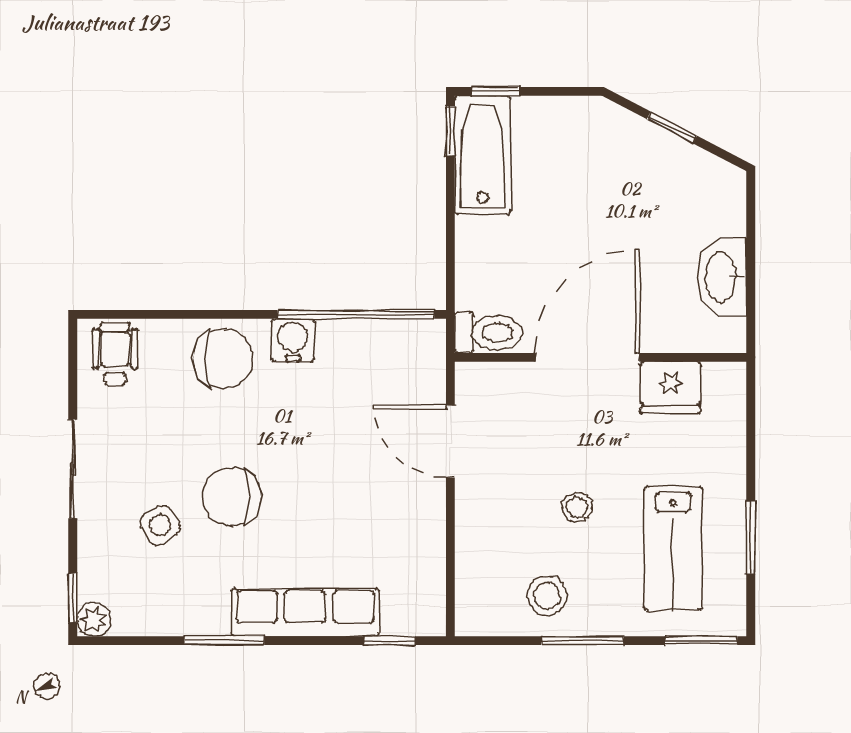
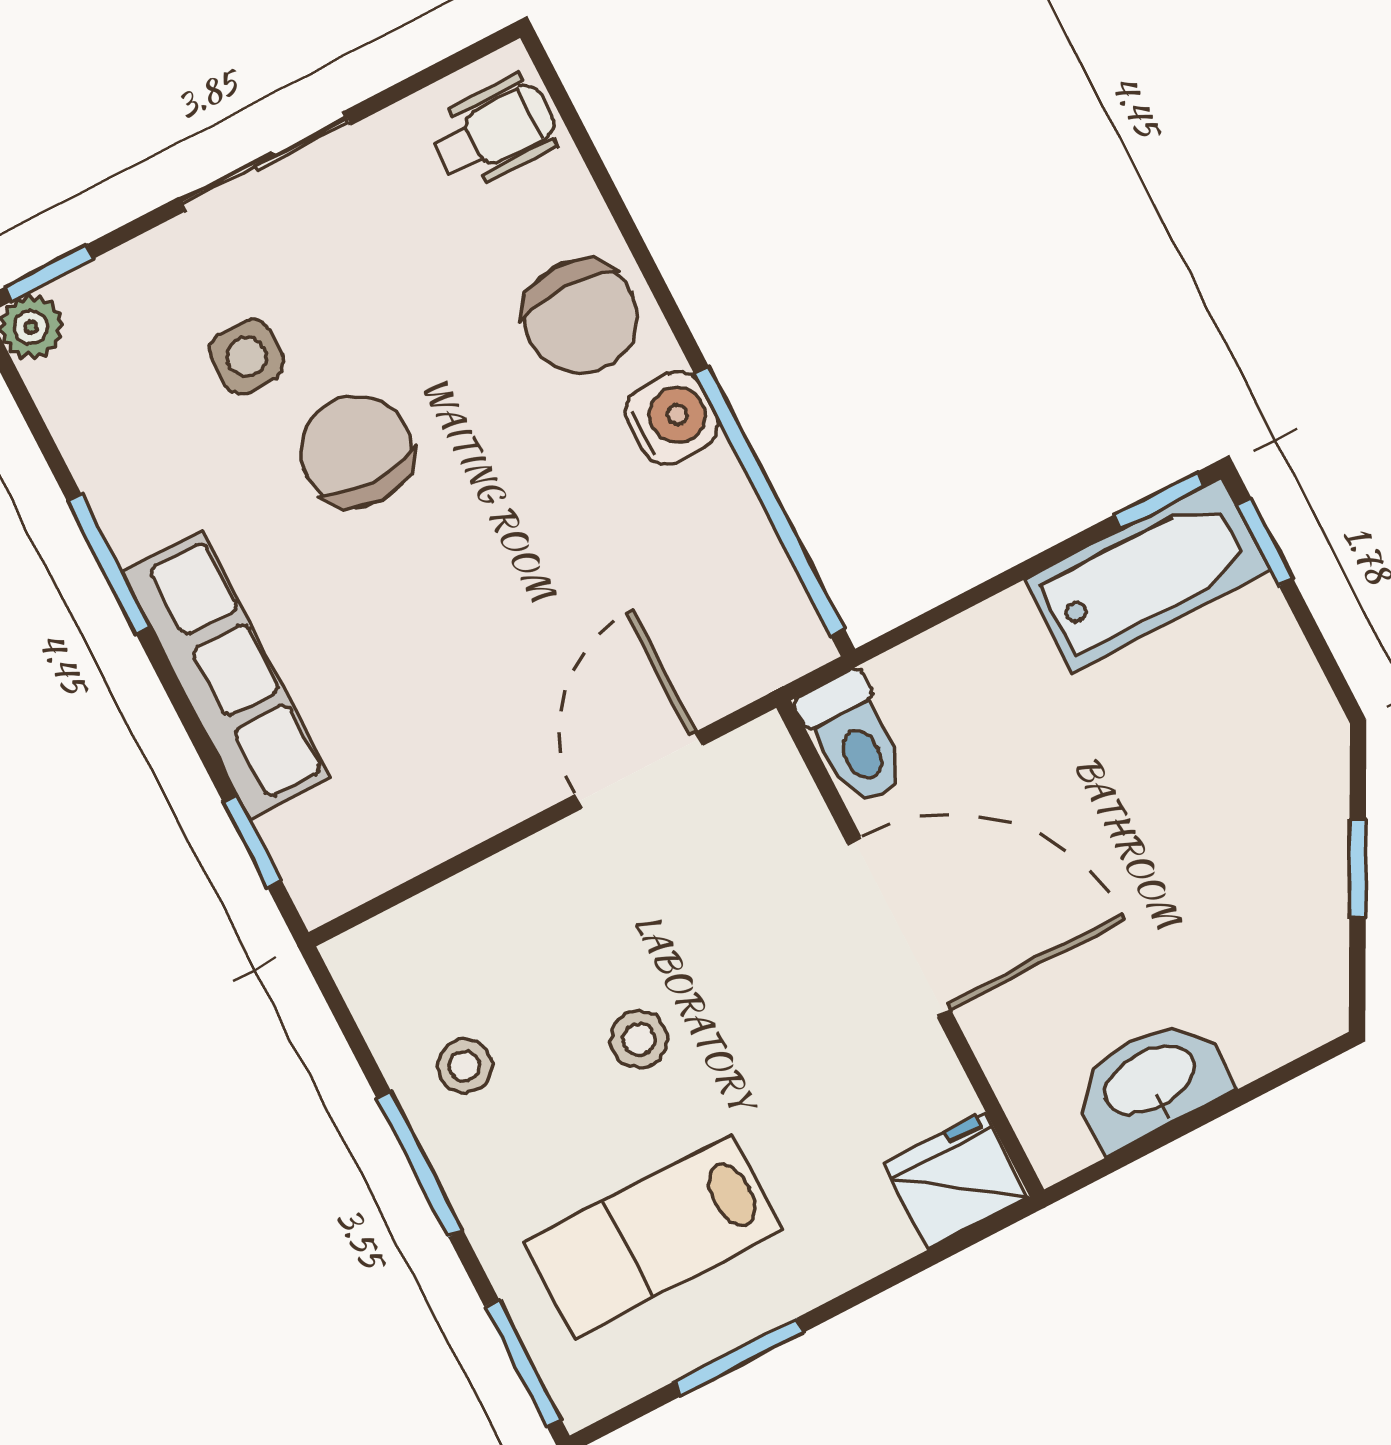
fridge: (671, 387) -> (956, 1181), moved, turned 90
side table: (160, 525) -> (247, 357), turned 32
stool: (547, 596) -> (465, 1066), width x0.73, depth x0.73

